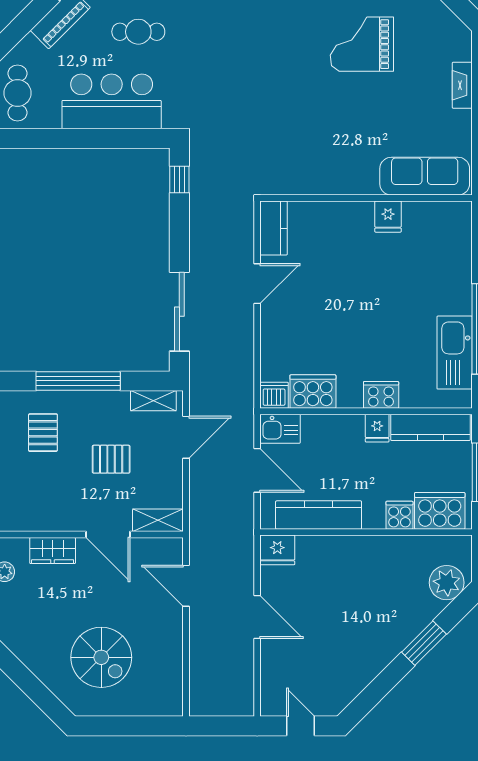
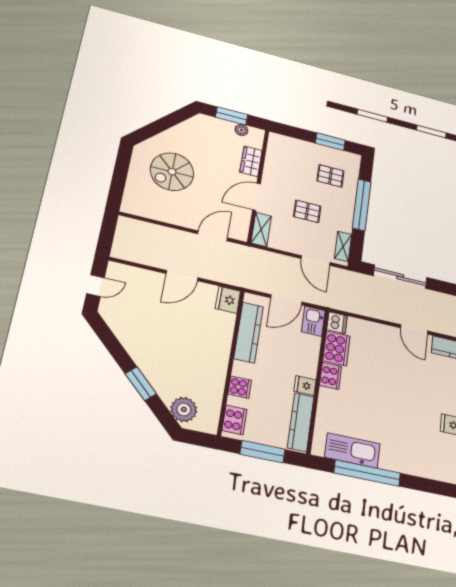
cooker: (381, 395) -> (331, 376), moved
pallet: (111, 459) -> (307, 211), turned 90
cooker: (440, 511) -> (234, 420), width x0.73, depth x0.76

